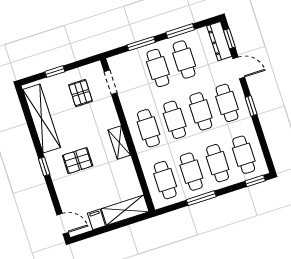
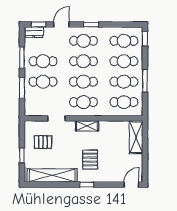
dresser: (219, 41) -> (34, 32), width x0.70
doorway: (110, 82) -> (56, 118), moved
filing cabinet: (96, 219) -> (136, 160), removed

